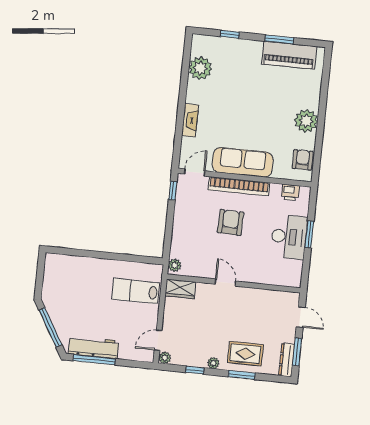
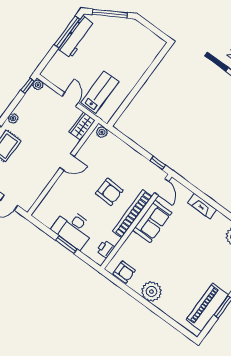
sofa: (243, 162) -> (152, 221), width x0.73
door: (158, 340) -> (70, 100), moved
window: (195, 370) -> (28, 86), moved

